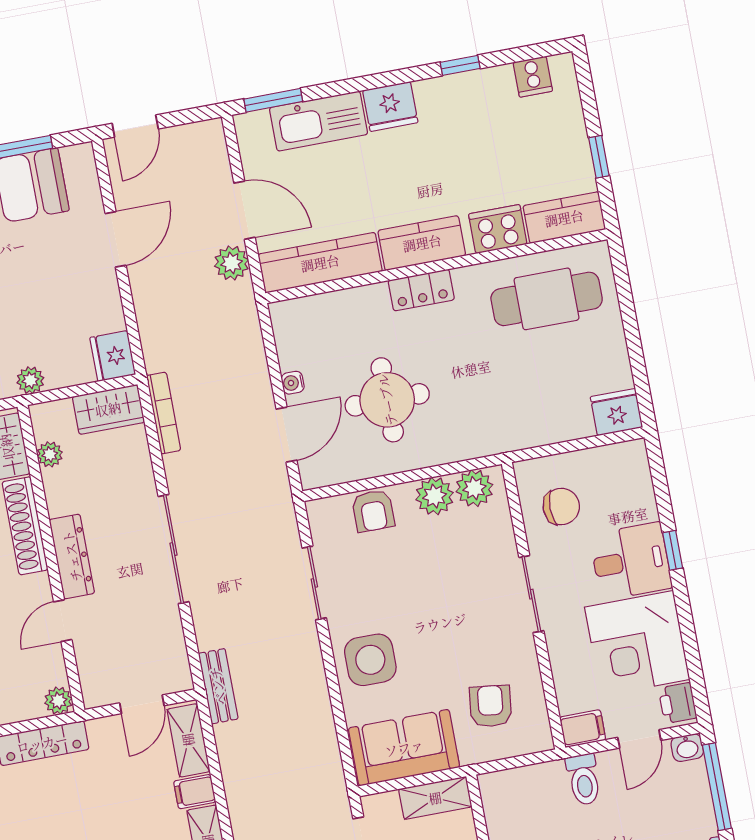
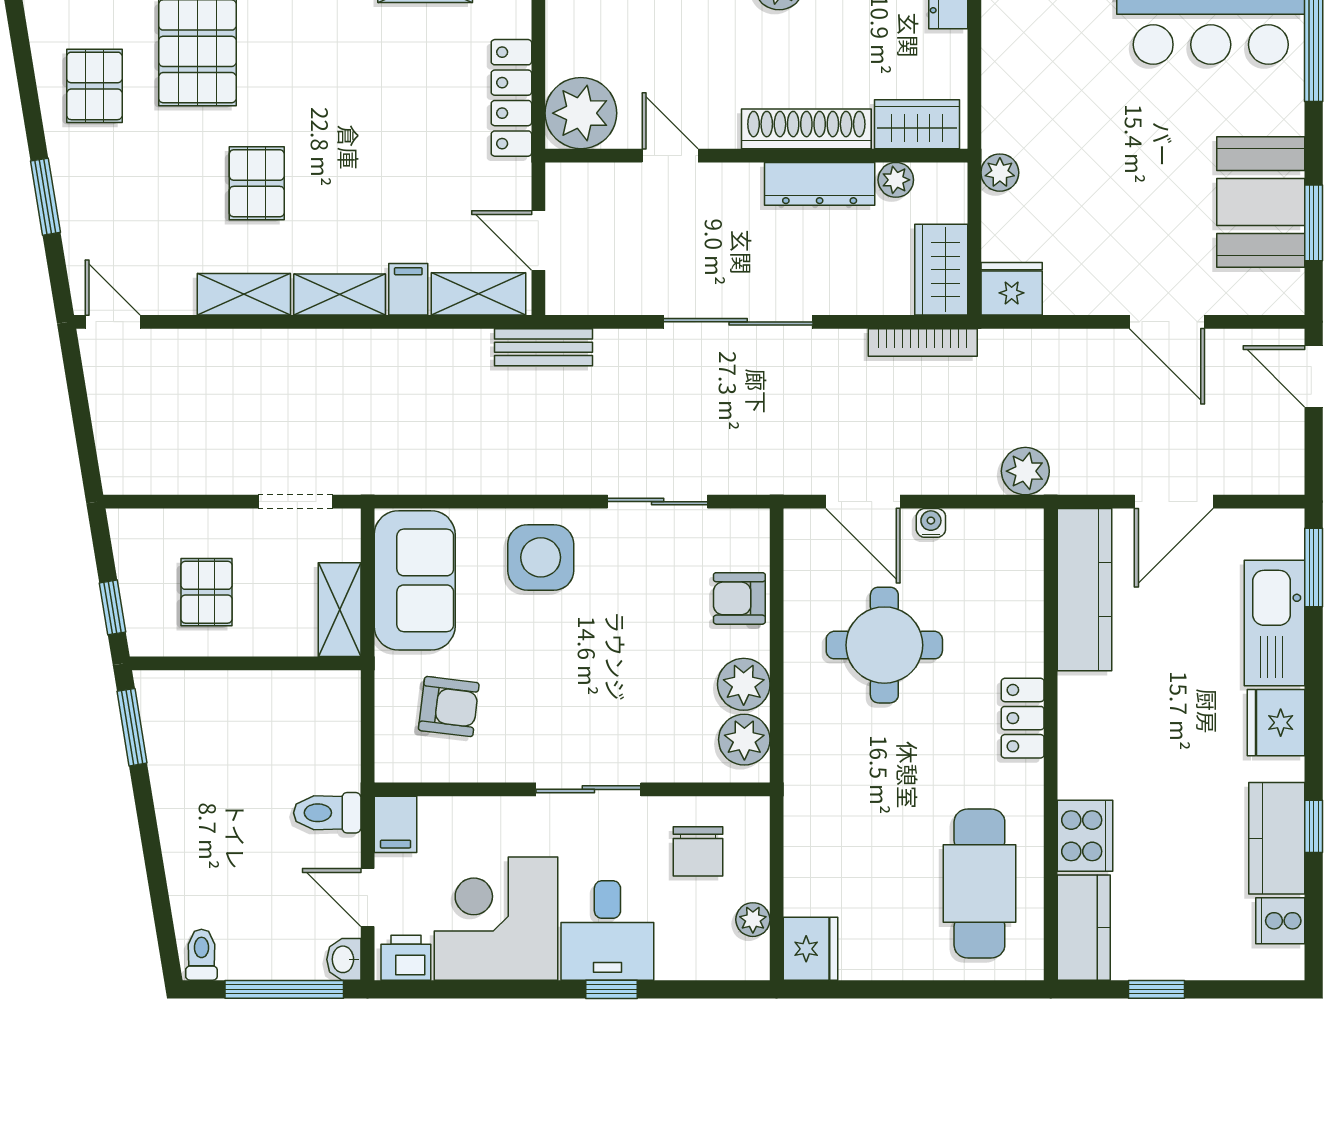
kitchen counter: (422, 243) -> (1277, 838), moved, turned 180
plant: (232, 263) -> (1025, 471), moved
plant: (603, 458) -> (753, 920), added
dresser: (72, 556) -> (820, 184), moved
plant: (58, 701) -> (581, 113), width x1.87, depth x1.87

